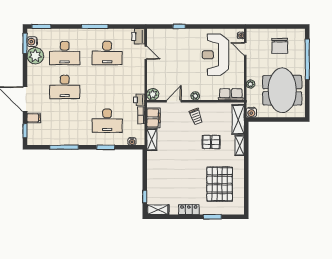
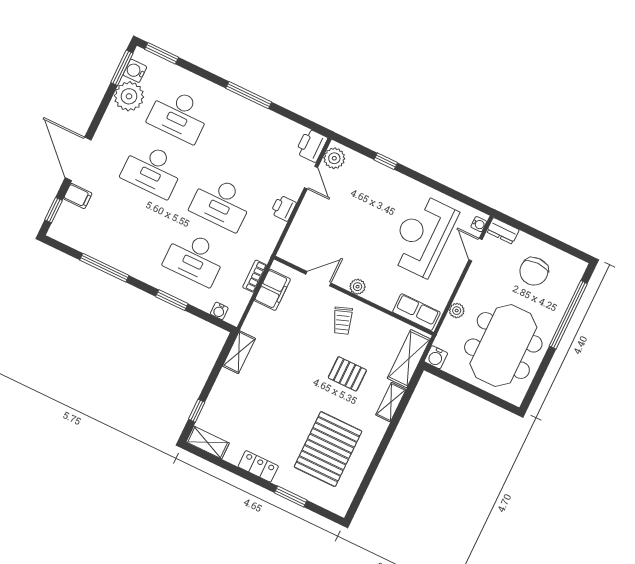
dresser: (254, 33) -> (503, 231), added
desk: (107, 53) -> (221, 203), moved
plant: (153, 94) -> (334, 158), moved
printer: (139, 100) -> (283, 208), moved
shelving: (152, 140) -> (239, 352), moved

